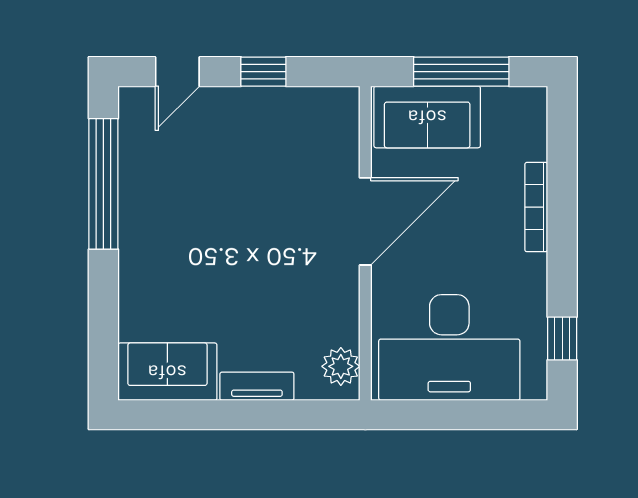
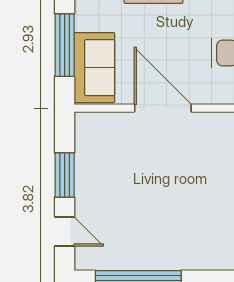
window: (263, 72) -> (65, 175), width x1.50

